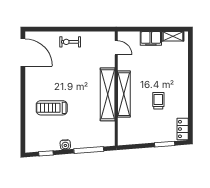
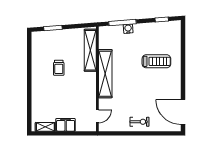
door: (116, 48) -> (97, 116), swing flipped
shelving: (124, 94) -> (90, 50), moved
locker: (183, 129) -> (36, 42), removed
water cooler: (65, 145) -> (128, 29), moved

